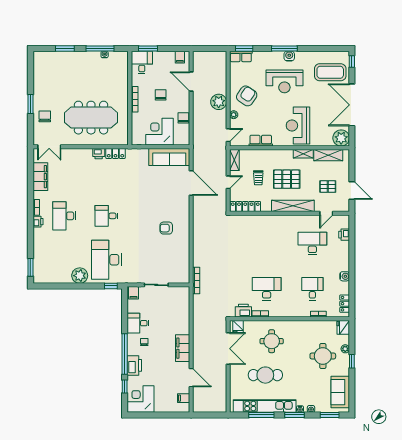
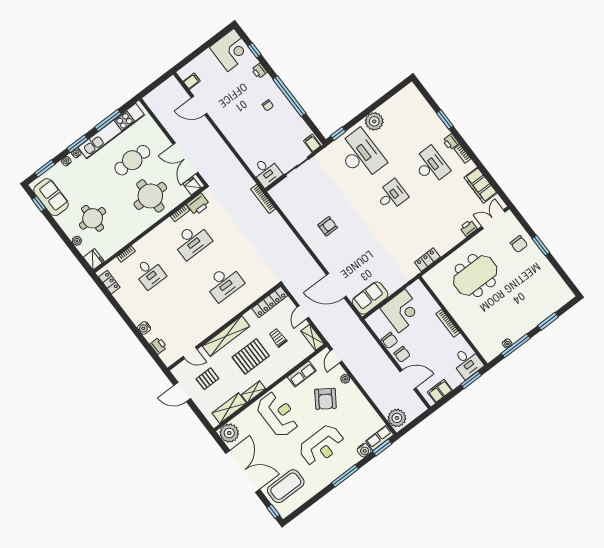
water cooler: (289, 56) -> (364, 450), moved
filing cabinet: (180, 57) -> (440, 391), width x2.00
reception desk: (284, 81) -> (322, 446), turned 180
chair: (161, 95) -> (402, 354), moved
armchair: (247, 96) -> (325, 399), moved
plant: (219, 102) -> (397, 418), moved
meeting table: (91, 118) -> (475, 276), width x0.73
printer: (99, 154) -> (468, 228), moved
sofa: (169, 157) -> (370, 298), width x0.73
door: (326, 213) -> (190, 353), swing flipped
desk: (312, 243) -> (224, 283), moved
window: (30, 267) -> (445, 120), moved
water cooler: (345, 276) -> (144, 328), moved
desk: (138, 323) -> (266, 172), moved, turned 90
round table: (272, 341) -> (150, 196), width x1.36, depth x1.36
filing cabinet: (183, 348) -> (228, 127), removed
window: (125, 354) -> (289, 96), moved
window: (352, 361) -> (39, 204), moved
printer: (134, 365) -> (259, 71), width x0.53, depth x0.68

